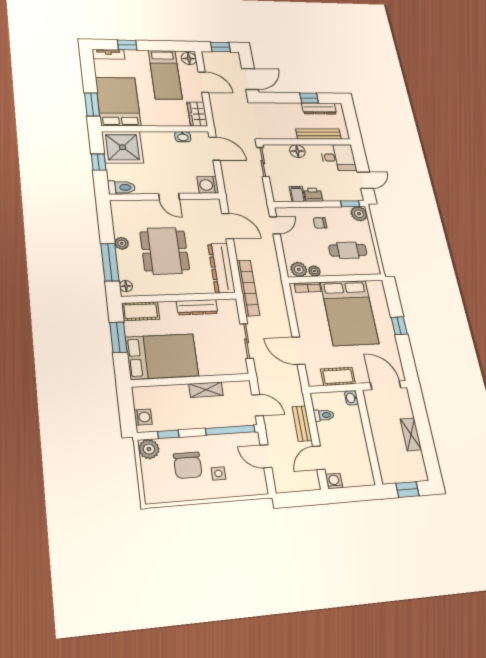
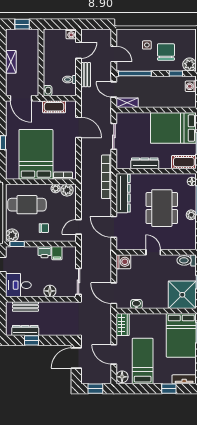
bench: (319, 134) -> (25, 307), width x0.73
cafe table: (348, 250) -> (27, 205), width x1.37, depth x1.35
shelving: (206, 390) -> (127, 103), moved

